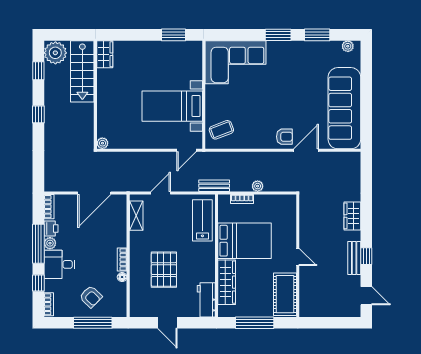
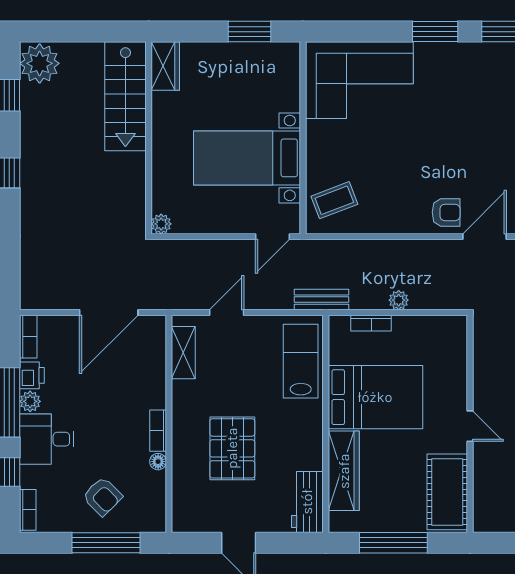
wardrobe: (105, 54) -> (165, 66), moved
stairs: (82, 71) -> (125, 96), moved
wall: (95, 95) -> (149, 138), moved
plant: (102, 143) -> (161, 224), moved

